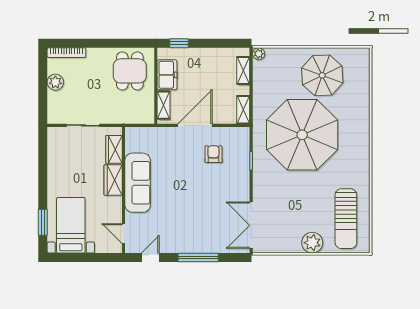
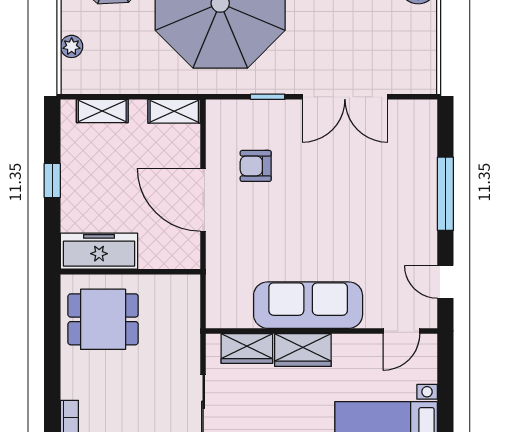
window: (179, 43) -> (52, 181), moved
plant: (259, 54) -> (72, 46), moved
freezer: (167, 75) -> (99, 251), width x1.40
shelving: (164, 105) -> (166, 257), removed
double door: (251, 225) -> (345, 97), moved

